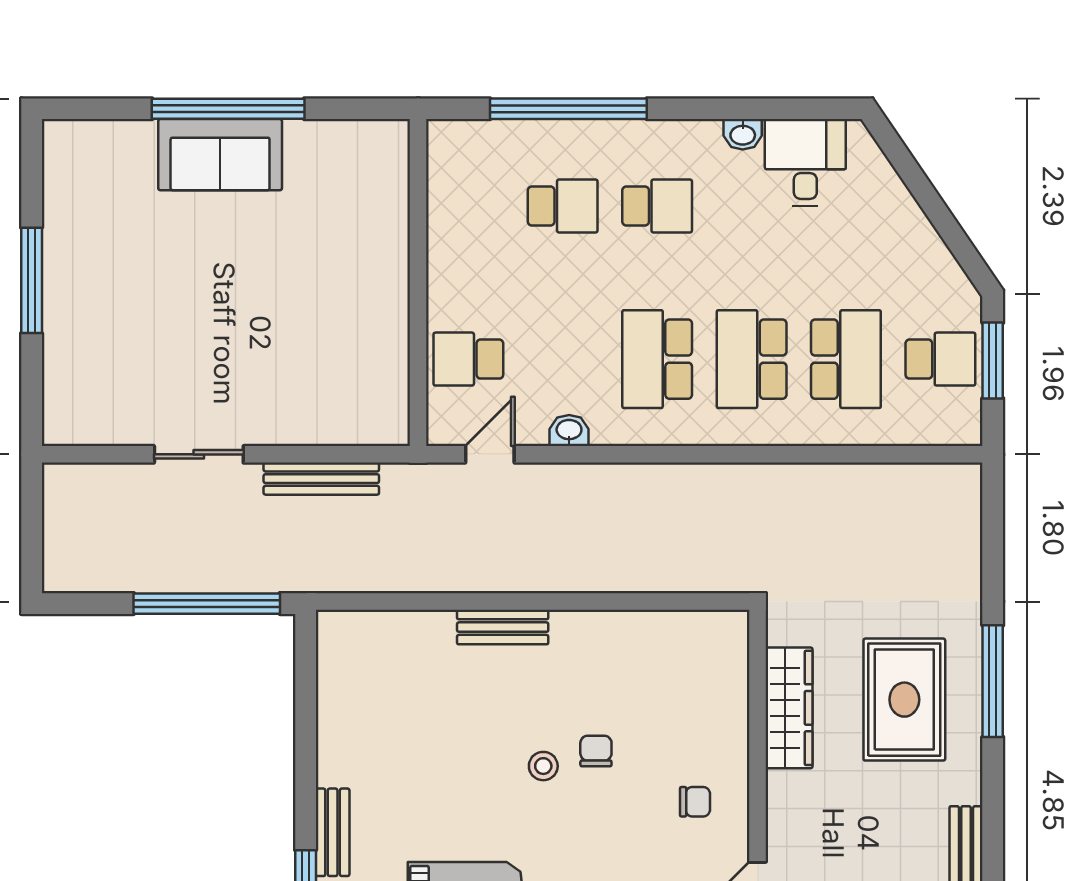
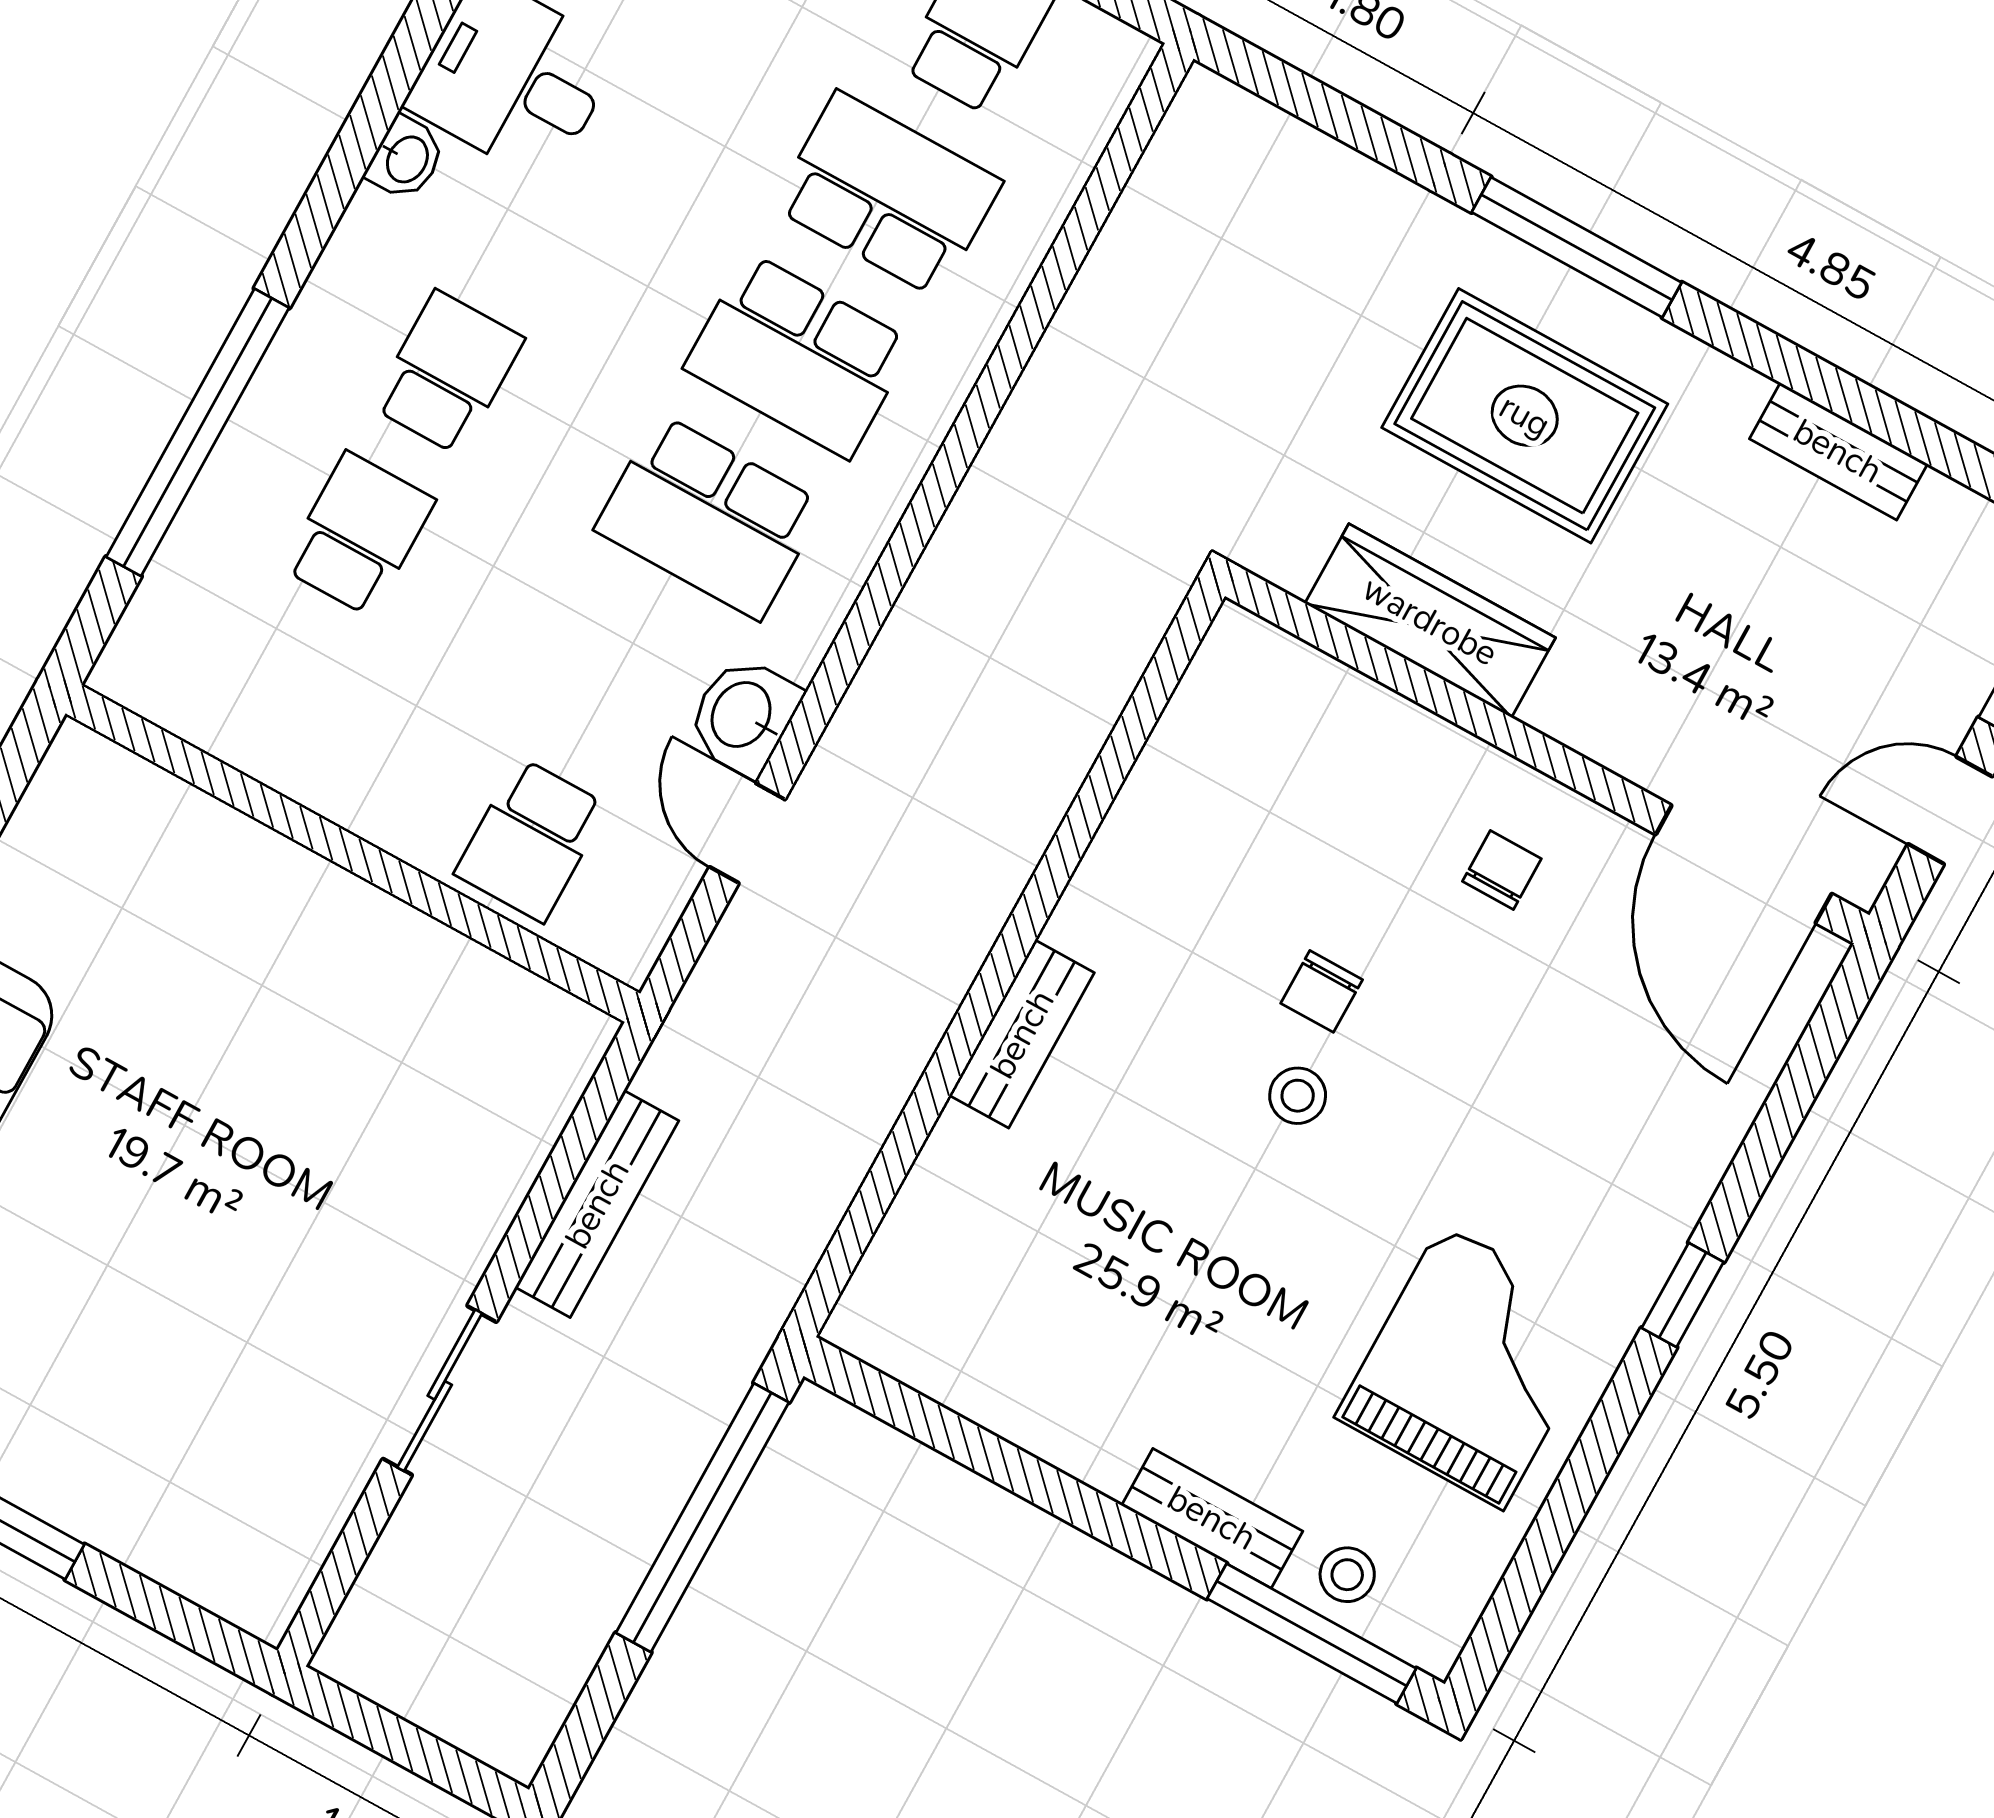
washbasin: (569, 431) -> (743, 716), width x1.38, depth x1.45
door: (490, 454) -> (747, 833), moved
chair: (596, 751) -> (1322, 991), turned -90

